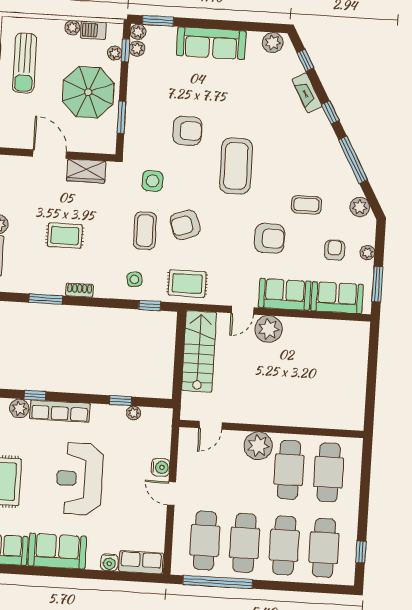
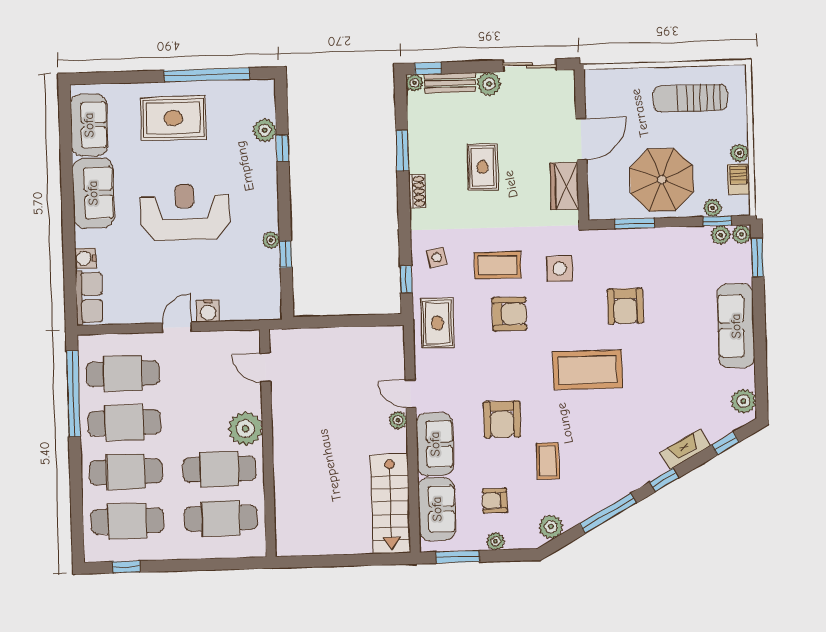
armchair: (185, 225) -> (509, 314), turned 109
armchair: (335, 250) -> (495, 501), turned 180
plant: (269, 329) -> (398, 420), width x0.53, depth x0.53
stairs: (199, 351) -> (391, 504), moved, turned 90
row of seats: (60, 411) -> (266, 181), removed
plant: (134, 413) -> (271, 240), moved

